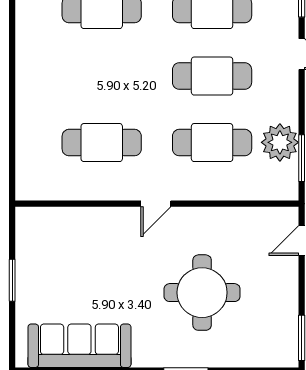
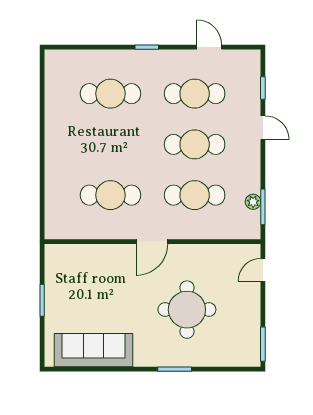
plant: (280, 142) -> (253, 202), width x0.53, depth x0.53
door: (156, 204) -> (152, 242), width x1.38

